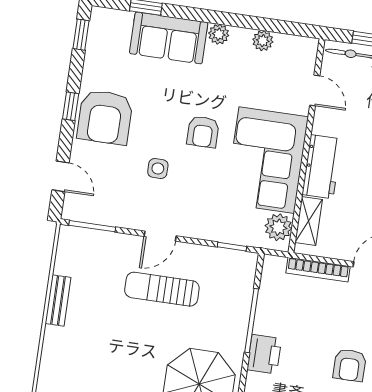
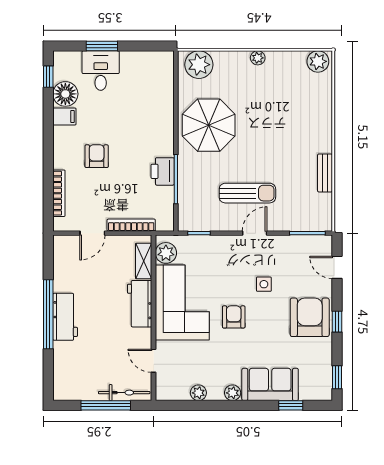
printer: (264, 354) -> (163, 171), moved

